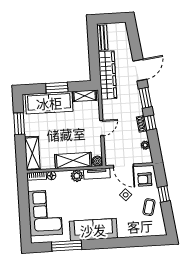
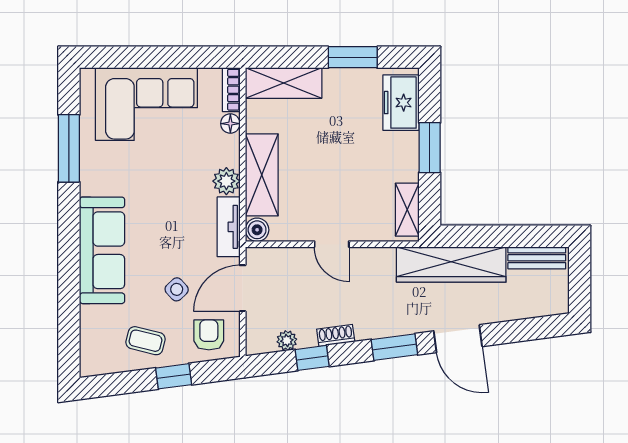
freezer: (49, 103) -> (401, 103), width x0.52, depth x0.79
window: (150, 123) -> (312, 358), moved
sofa: (93, 230) -> (102, 250), moved

